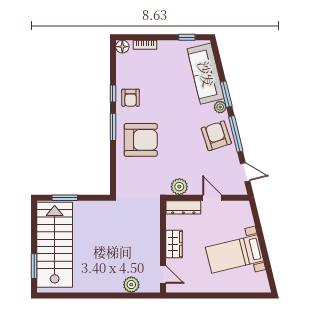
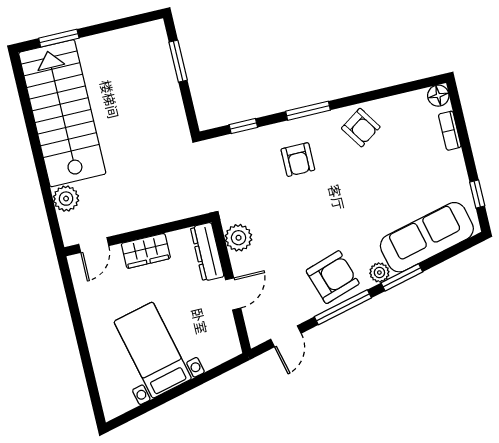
window: (113, 93) -> (243, 126), moved
armchair: (131, 98) -> (361, 128), turned -124
armchair: (141, 140) -> (298, 160), width x0.53, depth x0.53
stairs: (55, 245) -> (62, 113), moved, turned -90

